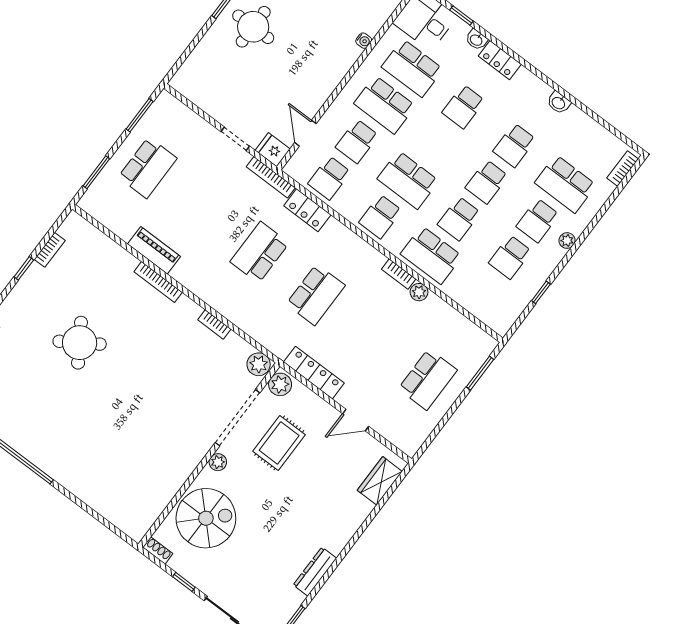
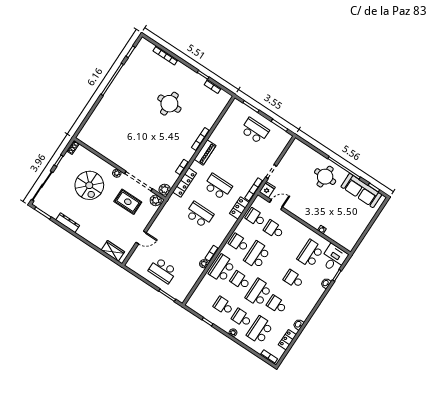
locker: (500, 60) -> (287, 340), moved
school desk: (385, 105) -> (292, 242), removed
school desk: (148, 168) -> (255, 131), turned 180
school desk: (487, 182) -> (258, 293), width x1.85
piano: (154, 250) -> (205, 152), moved
school desk: (316, 295) -> (199, 215), turned 180
round table: (80, 343) -> (169, 104), turned 33
locker: (314, 373) -> (185, 183), moved
door: (356, 420) -> (141, 237), swing flipped
spiral stairs: (206, 518) -> (89, 185), moved

